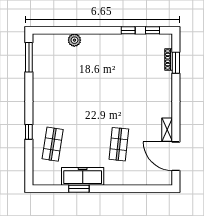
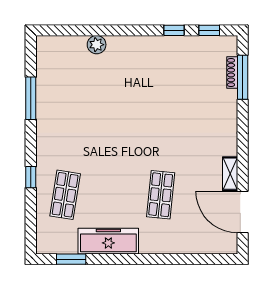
window: (29, 57) -> (31, 98), moved
window: (176, 63) -> (243, 77), width x1.44
window: (79, 189) -> (71, 259), moved

